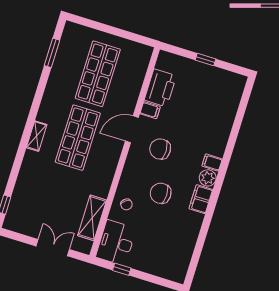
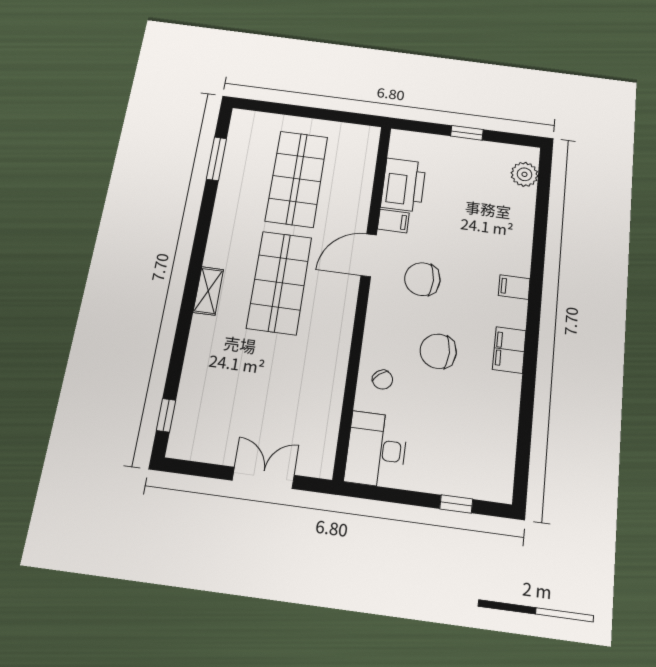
plant: (208, 178) -> (524, 174), moved
shelving: (92, 218) -> (326, 413), removed
window: (122, 269) -> (456, 504), moved

